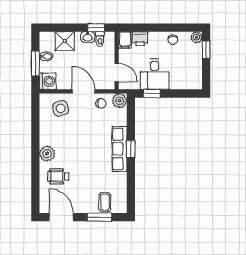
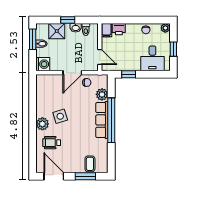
window: (96, 28) -> (68, 20), moved
window: (206, 50) -> (173, 49), moved
window: (35, 64) -> (33, 39), moved
desk: (155, 74) -> (152, 58), moved
door: (84, 91) -> (72, 73), swing flipped
plant: (120, 101) -> (102, 94), moved
side table: (61, 108) -> (60, 116), moved
window: (131, 149) -> (111, 120), width x3.17

